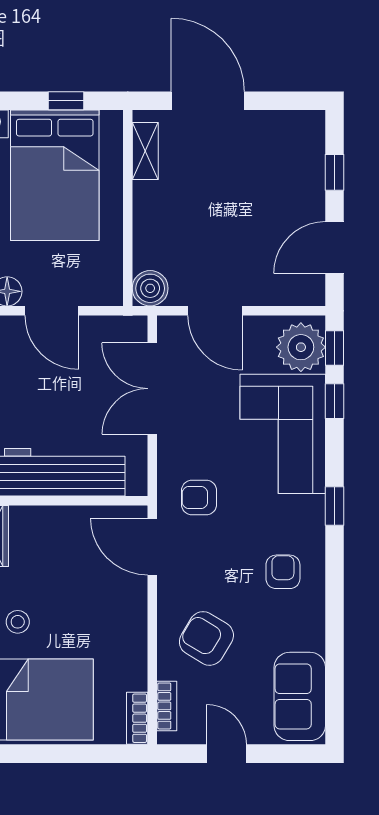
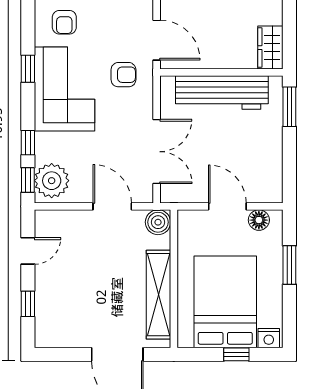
window: (66, 101) -> (236, 354), moved
shelving: (145, 151) -> (158, 295), width x2.20, depth x1.33
door: (335, 248) -> (28, 251), width x0.73
corner sofa: (283, 434) -> (64, 89), moved

